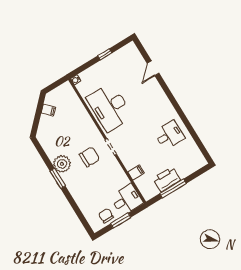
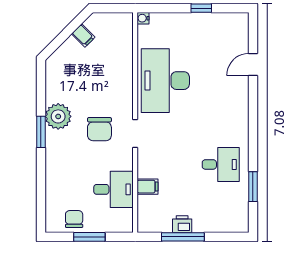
window: (195, 136) -> (253, 187), added
chair: (89, 157) -> (99, 129), turned 90
printer: (167, 179) -> (182, 224), width x0.53, depth x0.68
desk: (127, 200) -> (114, 189), moved

